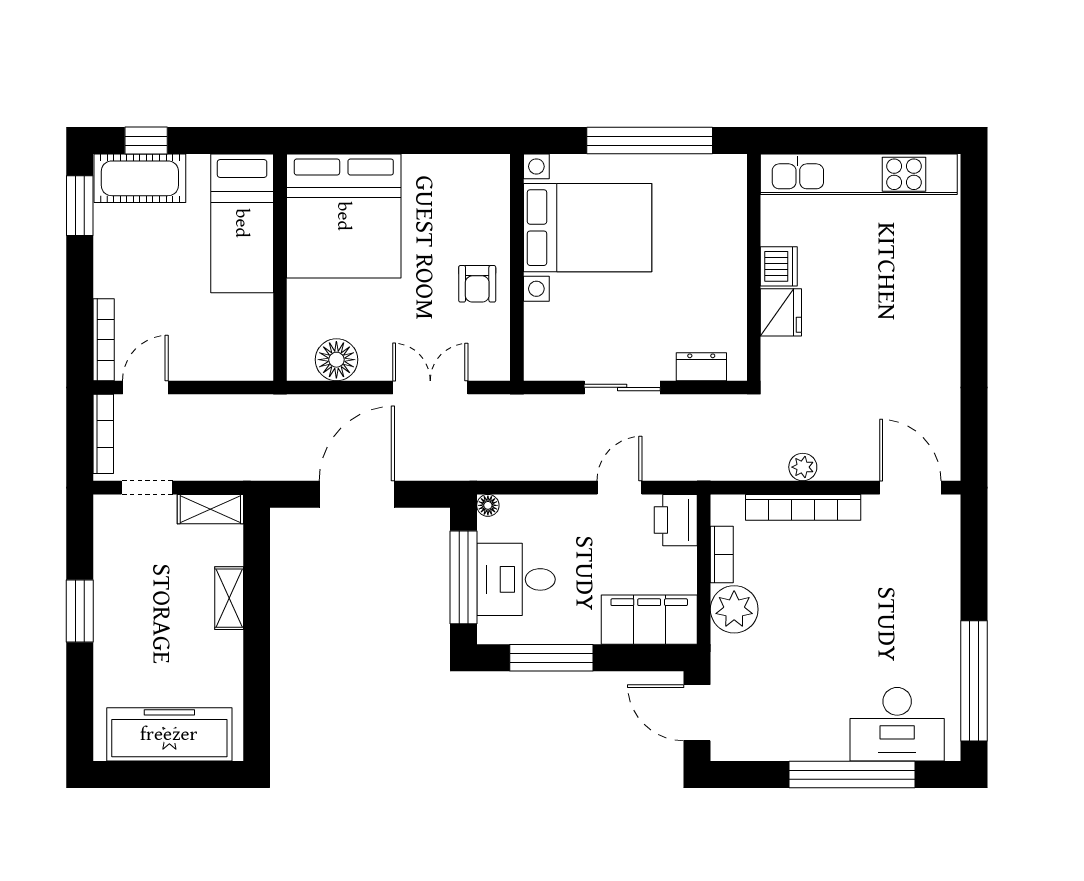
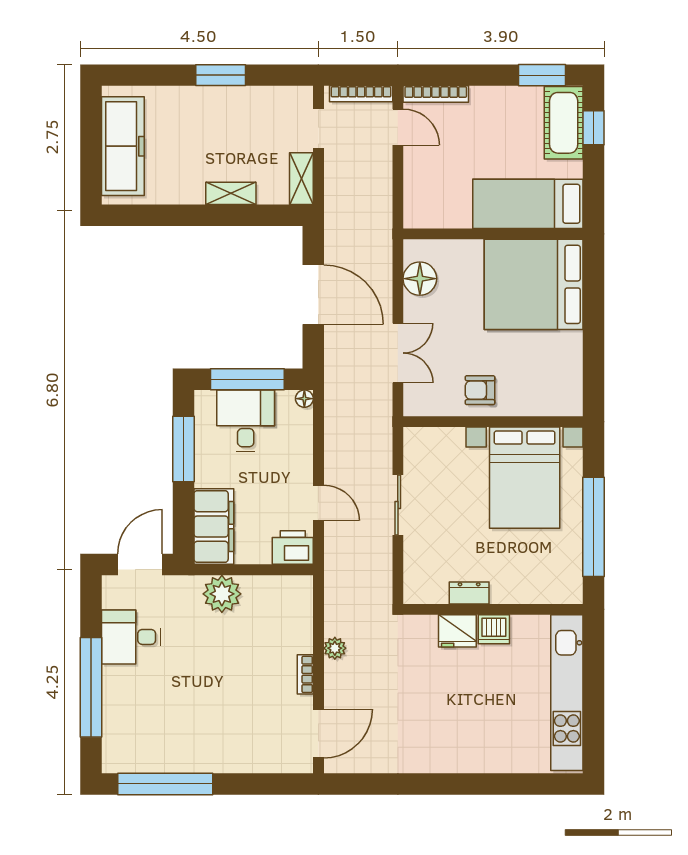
dresser: (701, 367) -> (469, 593), moved, turned -90
bookcase: (803, 507) -> (305, 674), width x0.43, depth x0.76
bookcase: (722, 555) -> (265, 584), removed
desk: (897, 724) -> (131, 637), moved, width x0.73

